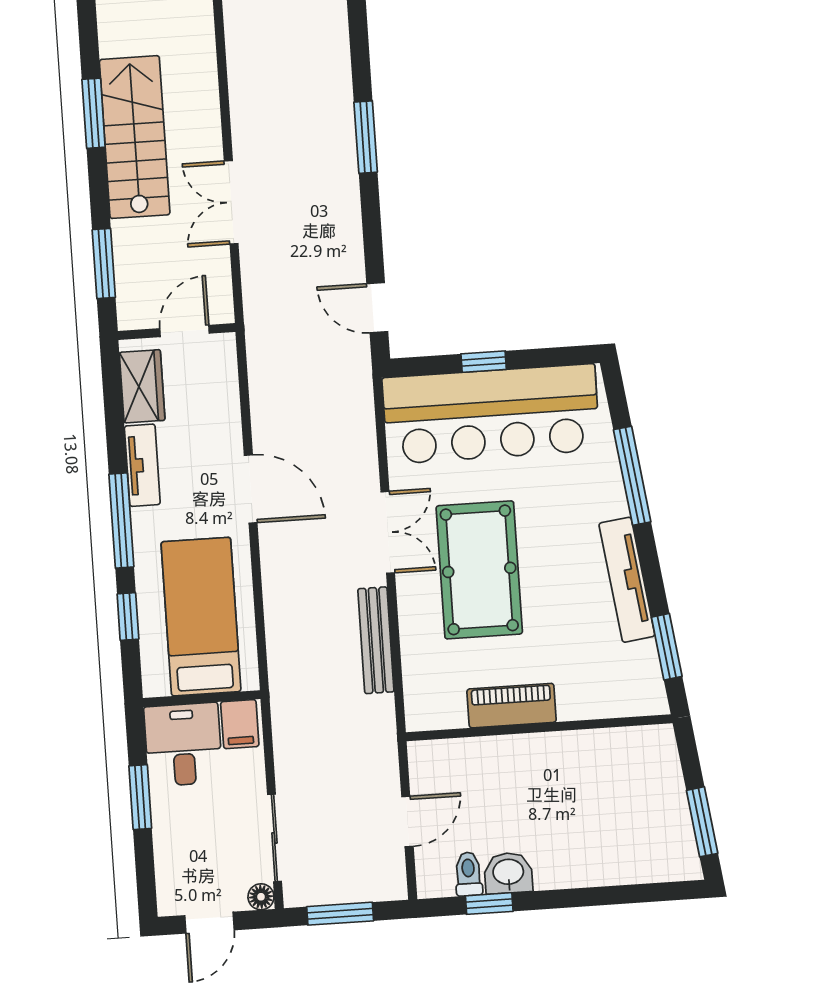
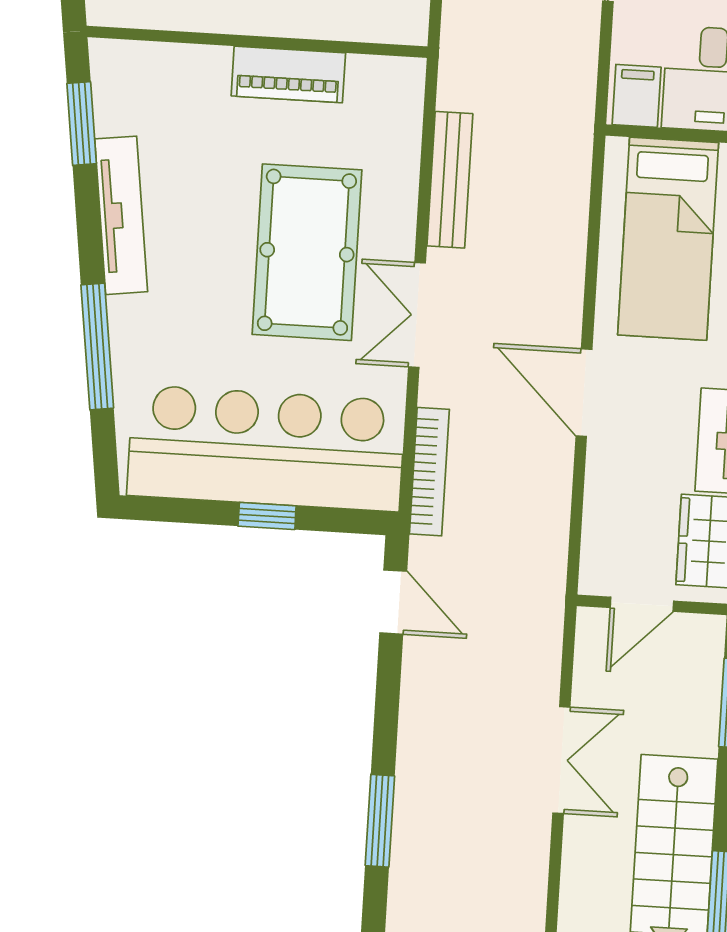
bookcase: (362, 412) -> (429, 472), added

